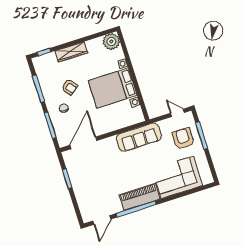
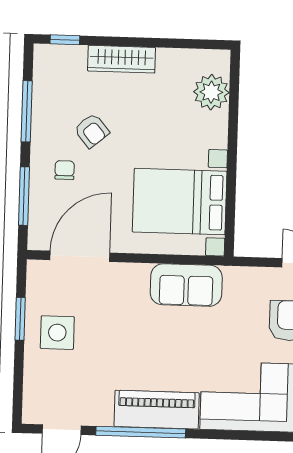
plant: (111, 41) -> (211, 92), moved
bed with nightstands: (113, 88) -> (180, 202), moved
sofa: (139, 137) -> (186, 285), width x0.73
side table: (85, 179) -> (57, 333), added

